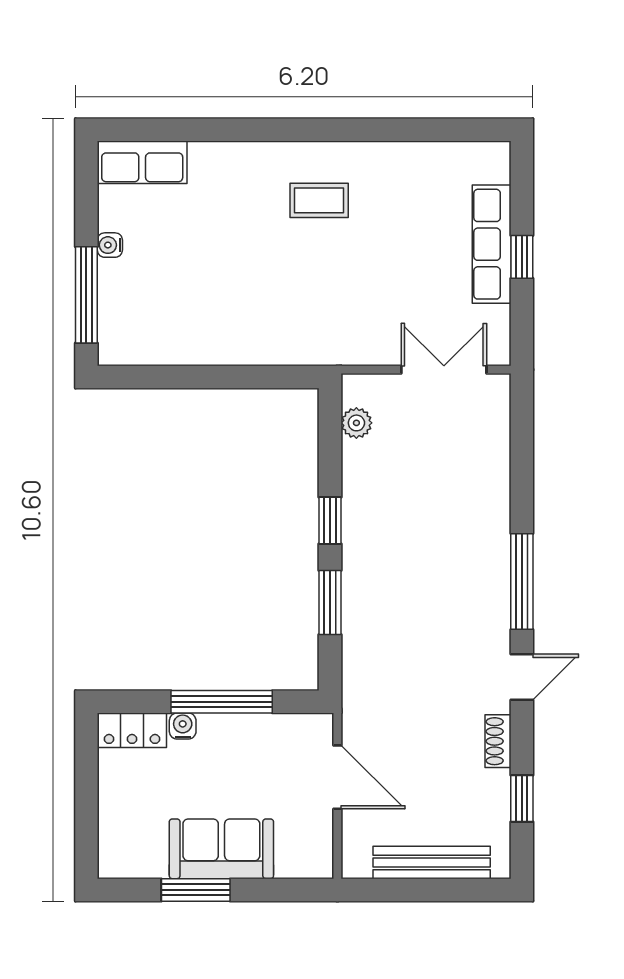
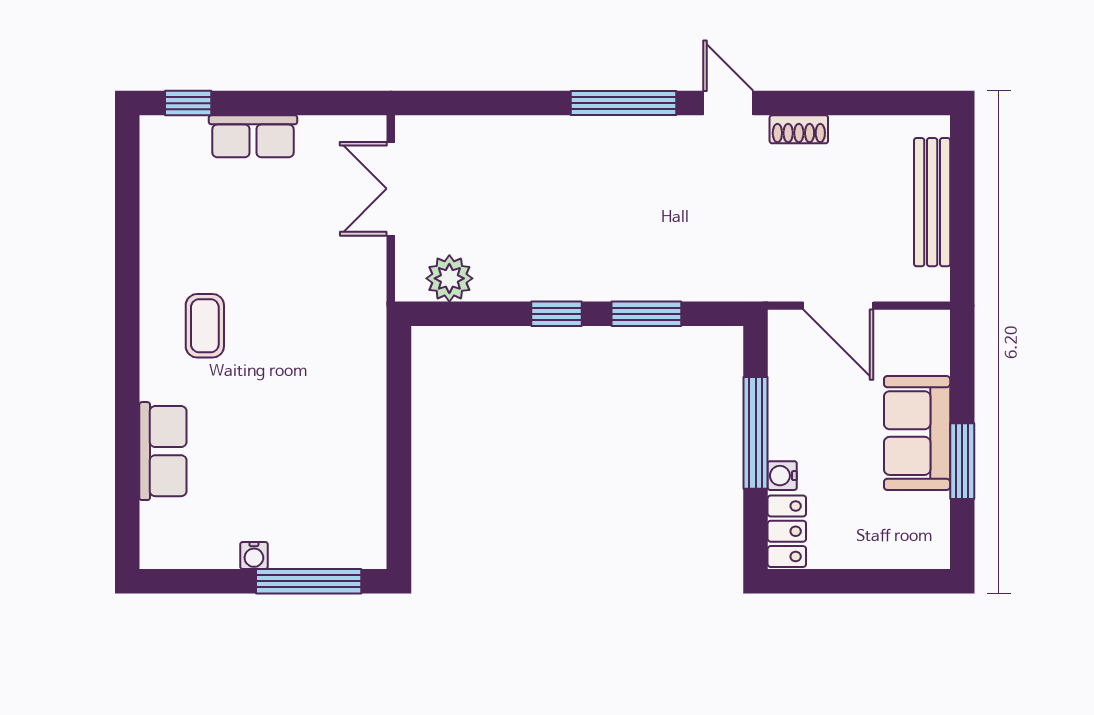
row of seats: (142, 162) -> (163, 451), moved
row of seats: (492, 244) -> (253, 136), width x0.68
window: (522, 257) -> (188, 103), moved
plant: (356, 423) -> (449, 278), width x1.38, depth x1.38
door: (337, 777) -> (838, 306), swing flipped
window: (522, 799) -> (862, 103), removed

